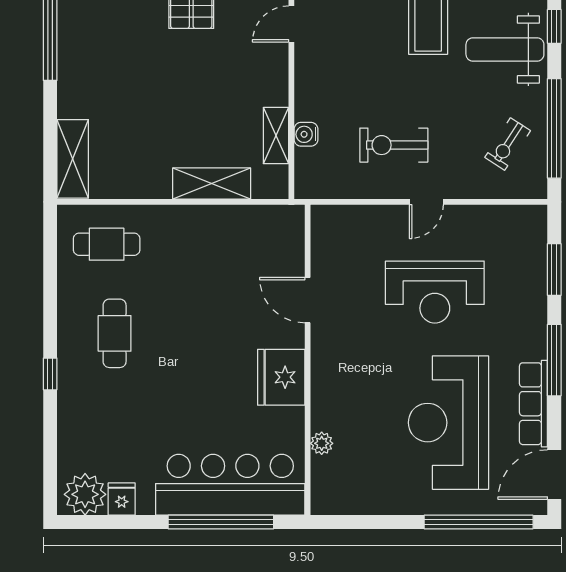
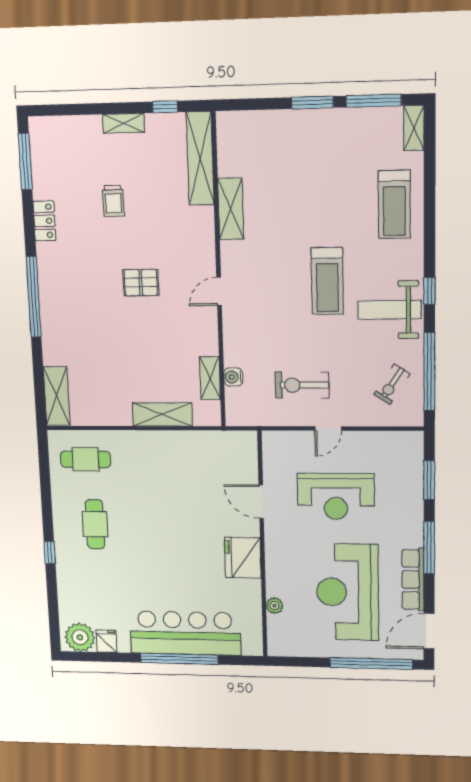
door: (308, 300) -> (261, 502), moved
wall: (308, 360) -> (262, 545), moved
fridge: (281, 377) -> (243, 558), moved
plant: (322, 443) -> (274, 606), moved

